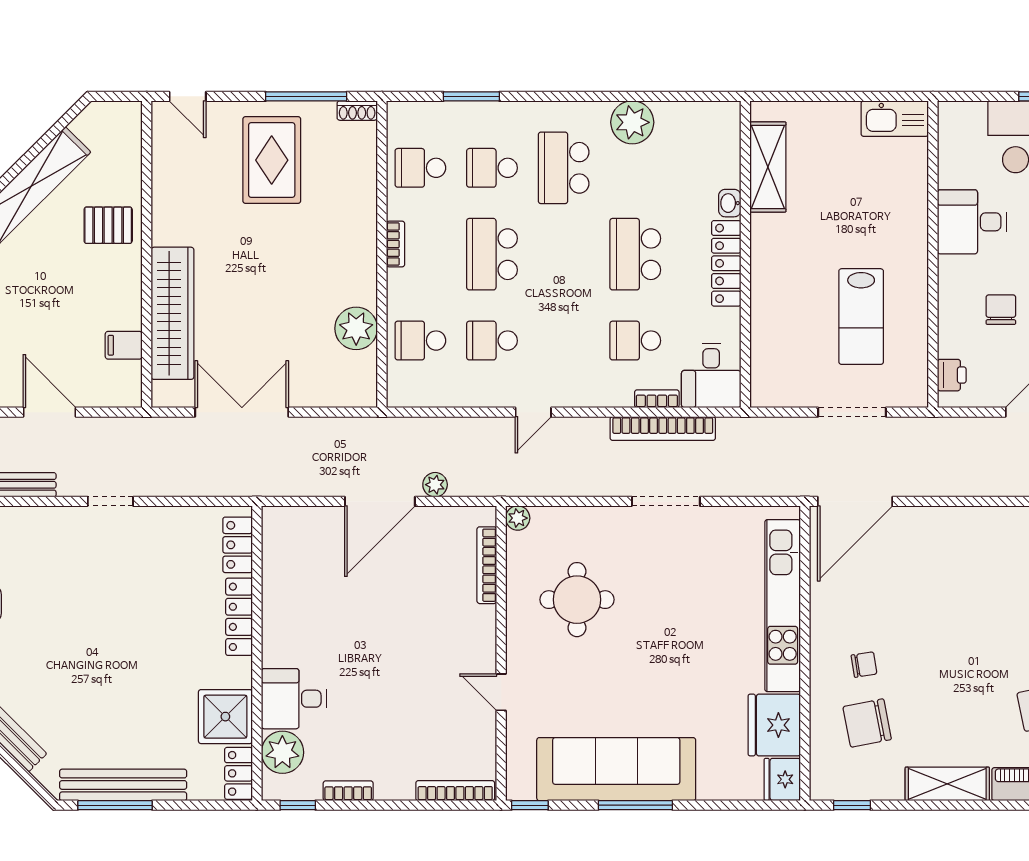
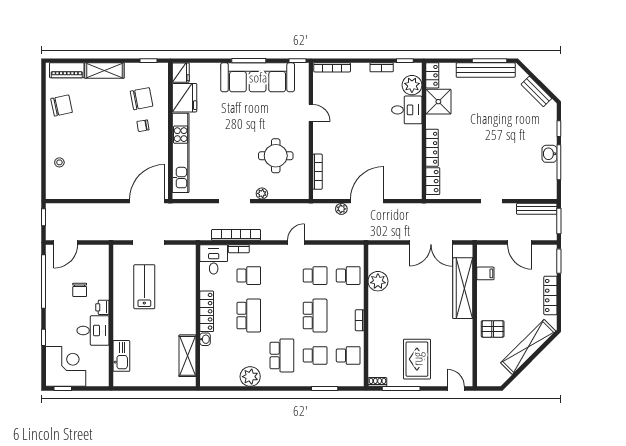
kitchen sink: (895, 119) -> (121, 356), moved, turned 90
printer: (952, 375) -> (102, 307), moved
plant: (518, 518) -> (262, 193), moved

